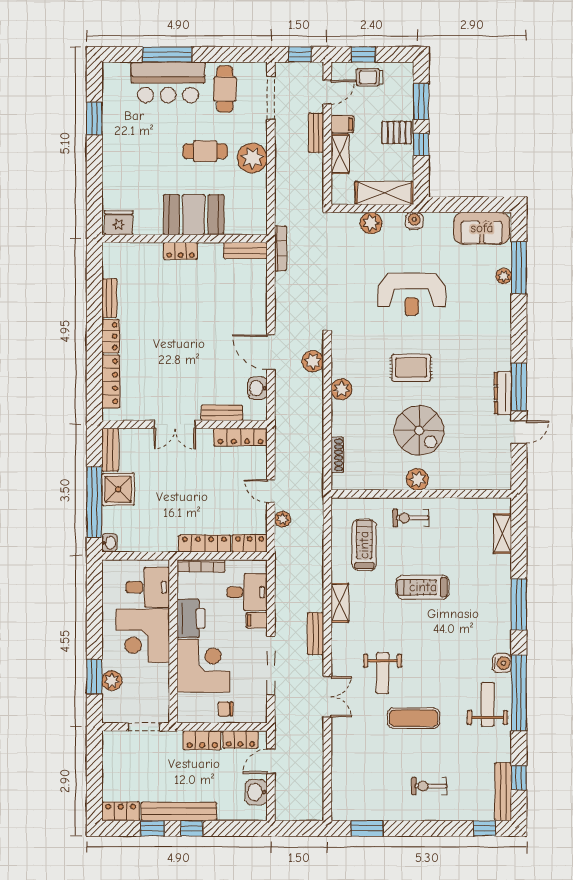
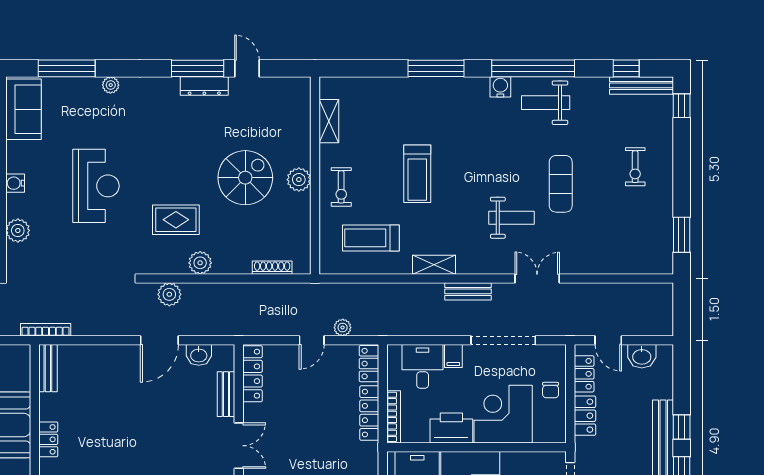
plant: (504, 276) -> (111, 85), moved
rug: (411, 368) -> (176, 220), moved, turned 90
shelving: (502, 534) -> (329, 121), moved, turned 90

